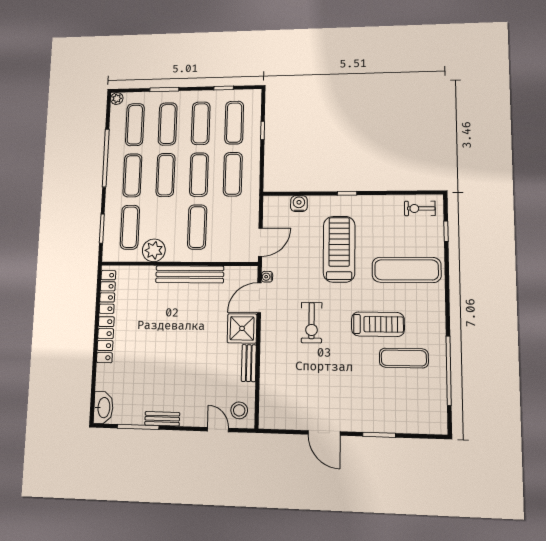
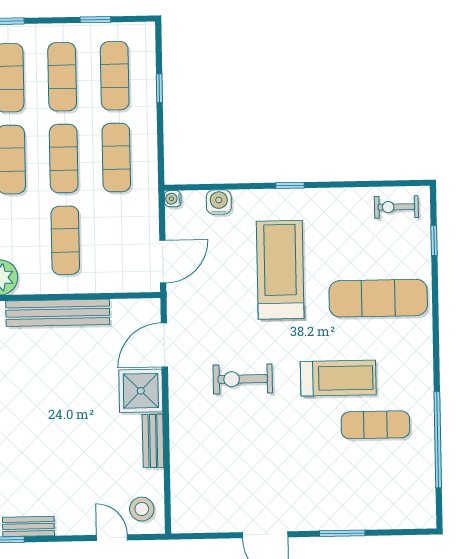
water cooler: (267, 277) -> (173, 199), moved
exercise bike: (312, 323) -> (243, 379), turned 90

